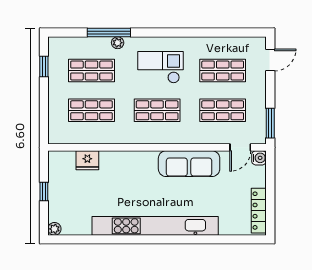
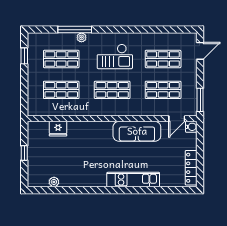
checkout: (161, 67) -> (115, 56), turned 180
kitchen unit: (155, 226) -> (133, 180), width x0.54
plant: (54, 229) -> (54, 182), moved

